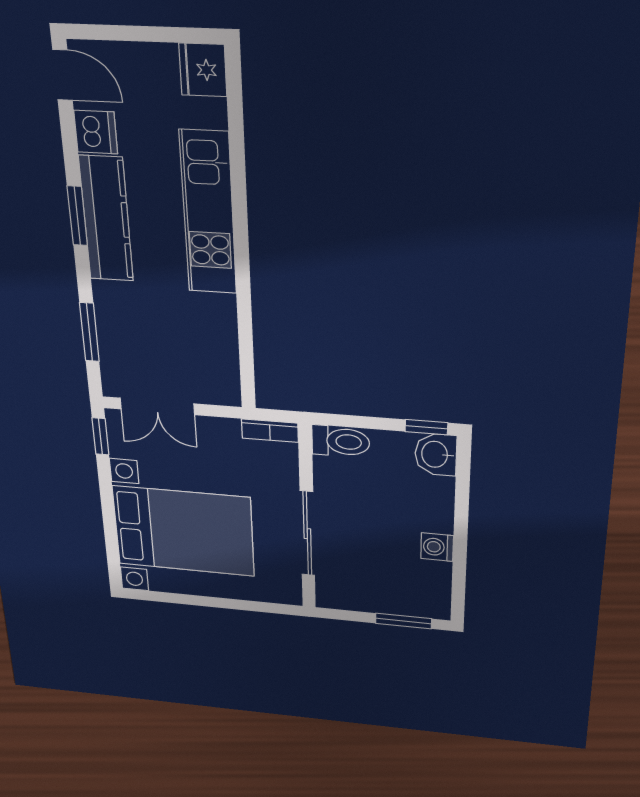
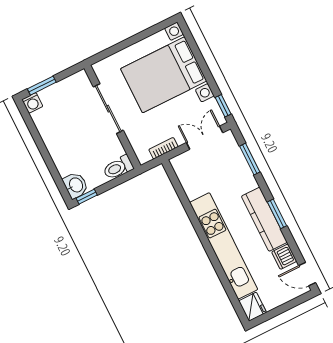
kitchen unit: (208, 213) -> (224, 246), width x1.36
bookcase: (270, 431) -> (163, 148), moved
washing machine: (437, 547) -> (32, 103), moved, turned 90

